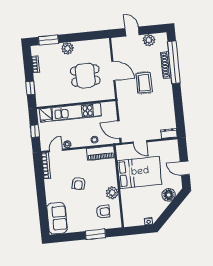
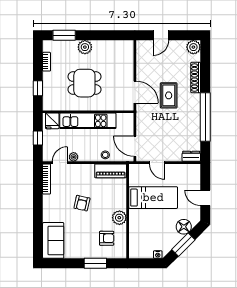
door: (132, 32) -> (161, 35), swing flipped
plant: (149, 40) -> (193, 47), moved
window: (174, 62) -> (205, 117), moved
door: (113, 71) -> (135, 92), moved
dining table: (85, 76) -> (84, 83), moved
bed: (140, 172) -> (153, 198), width x0.67
window: (170, 210) -> (183, 245), added

